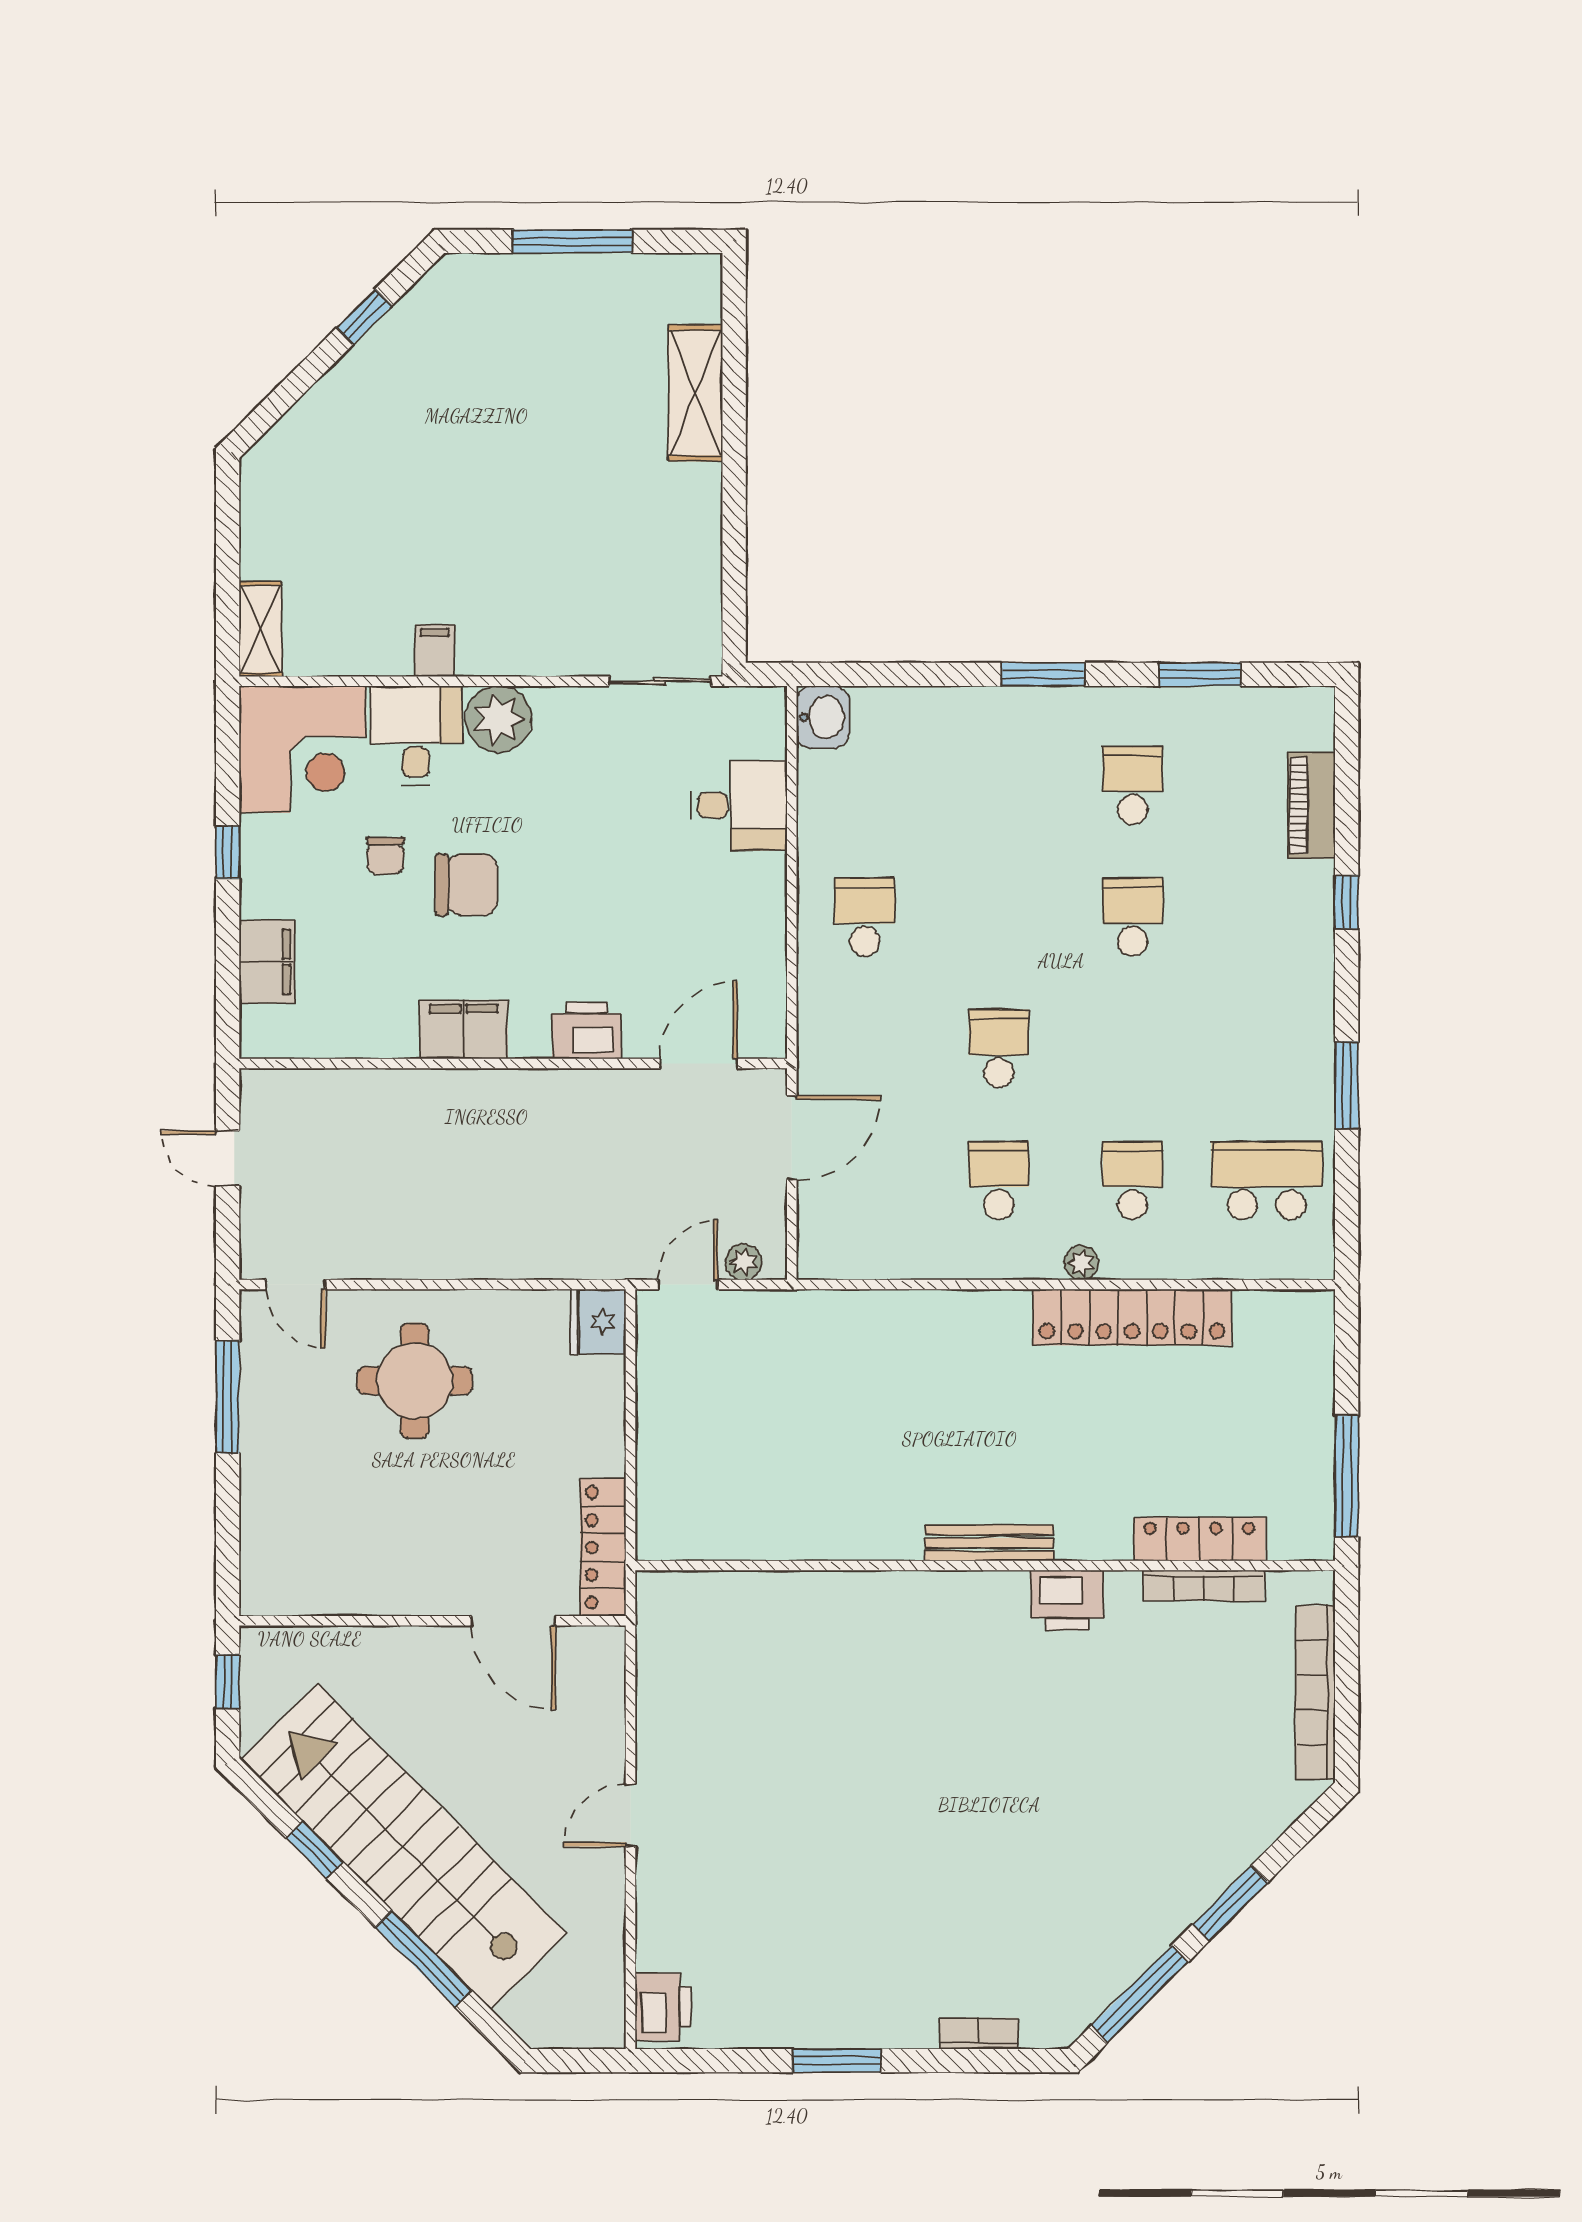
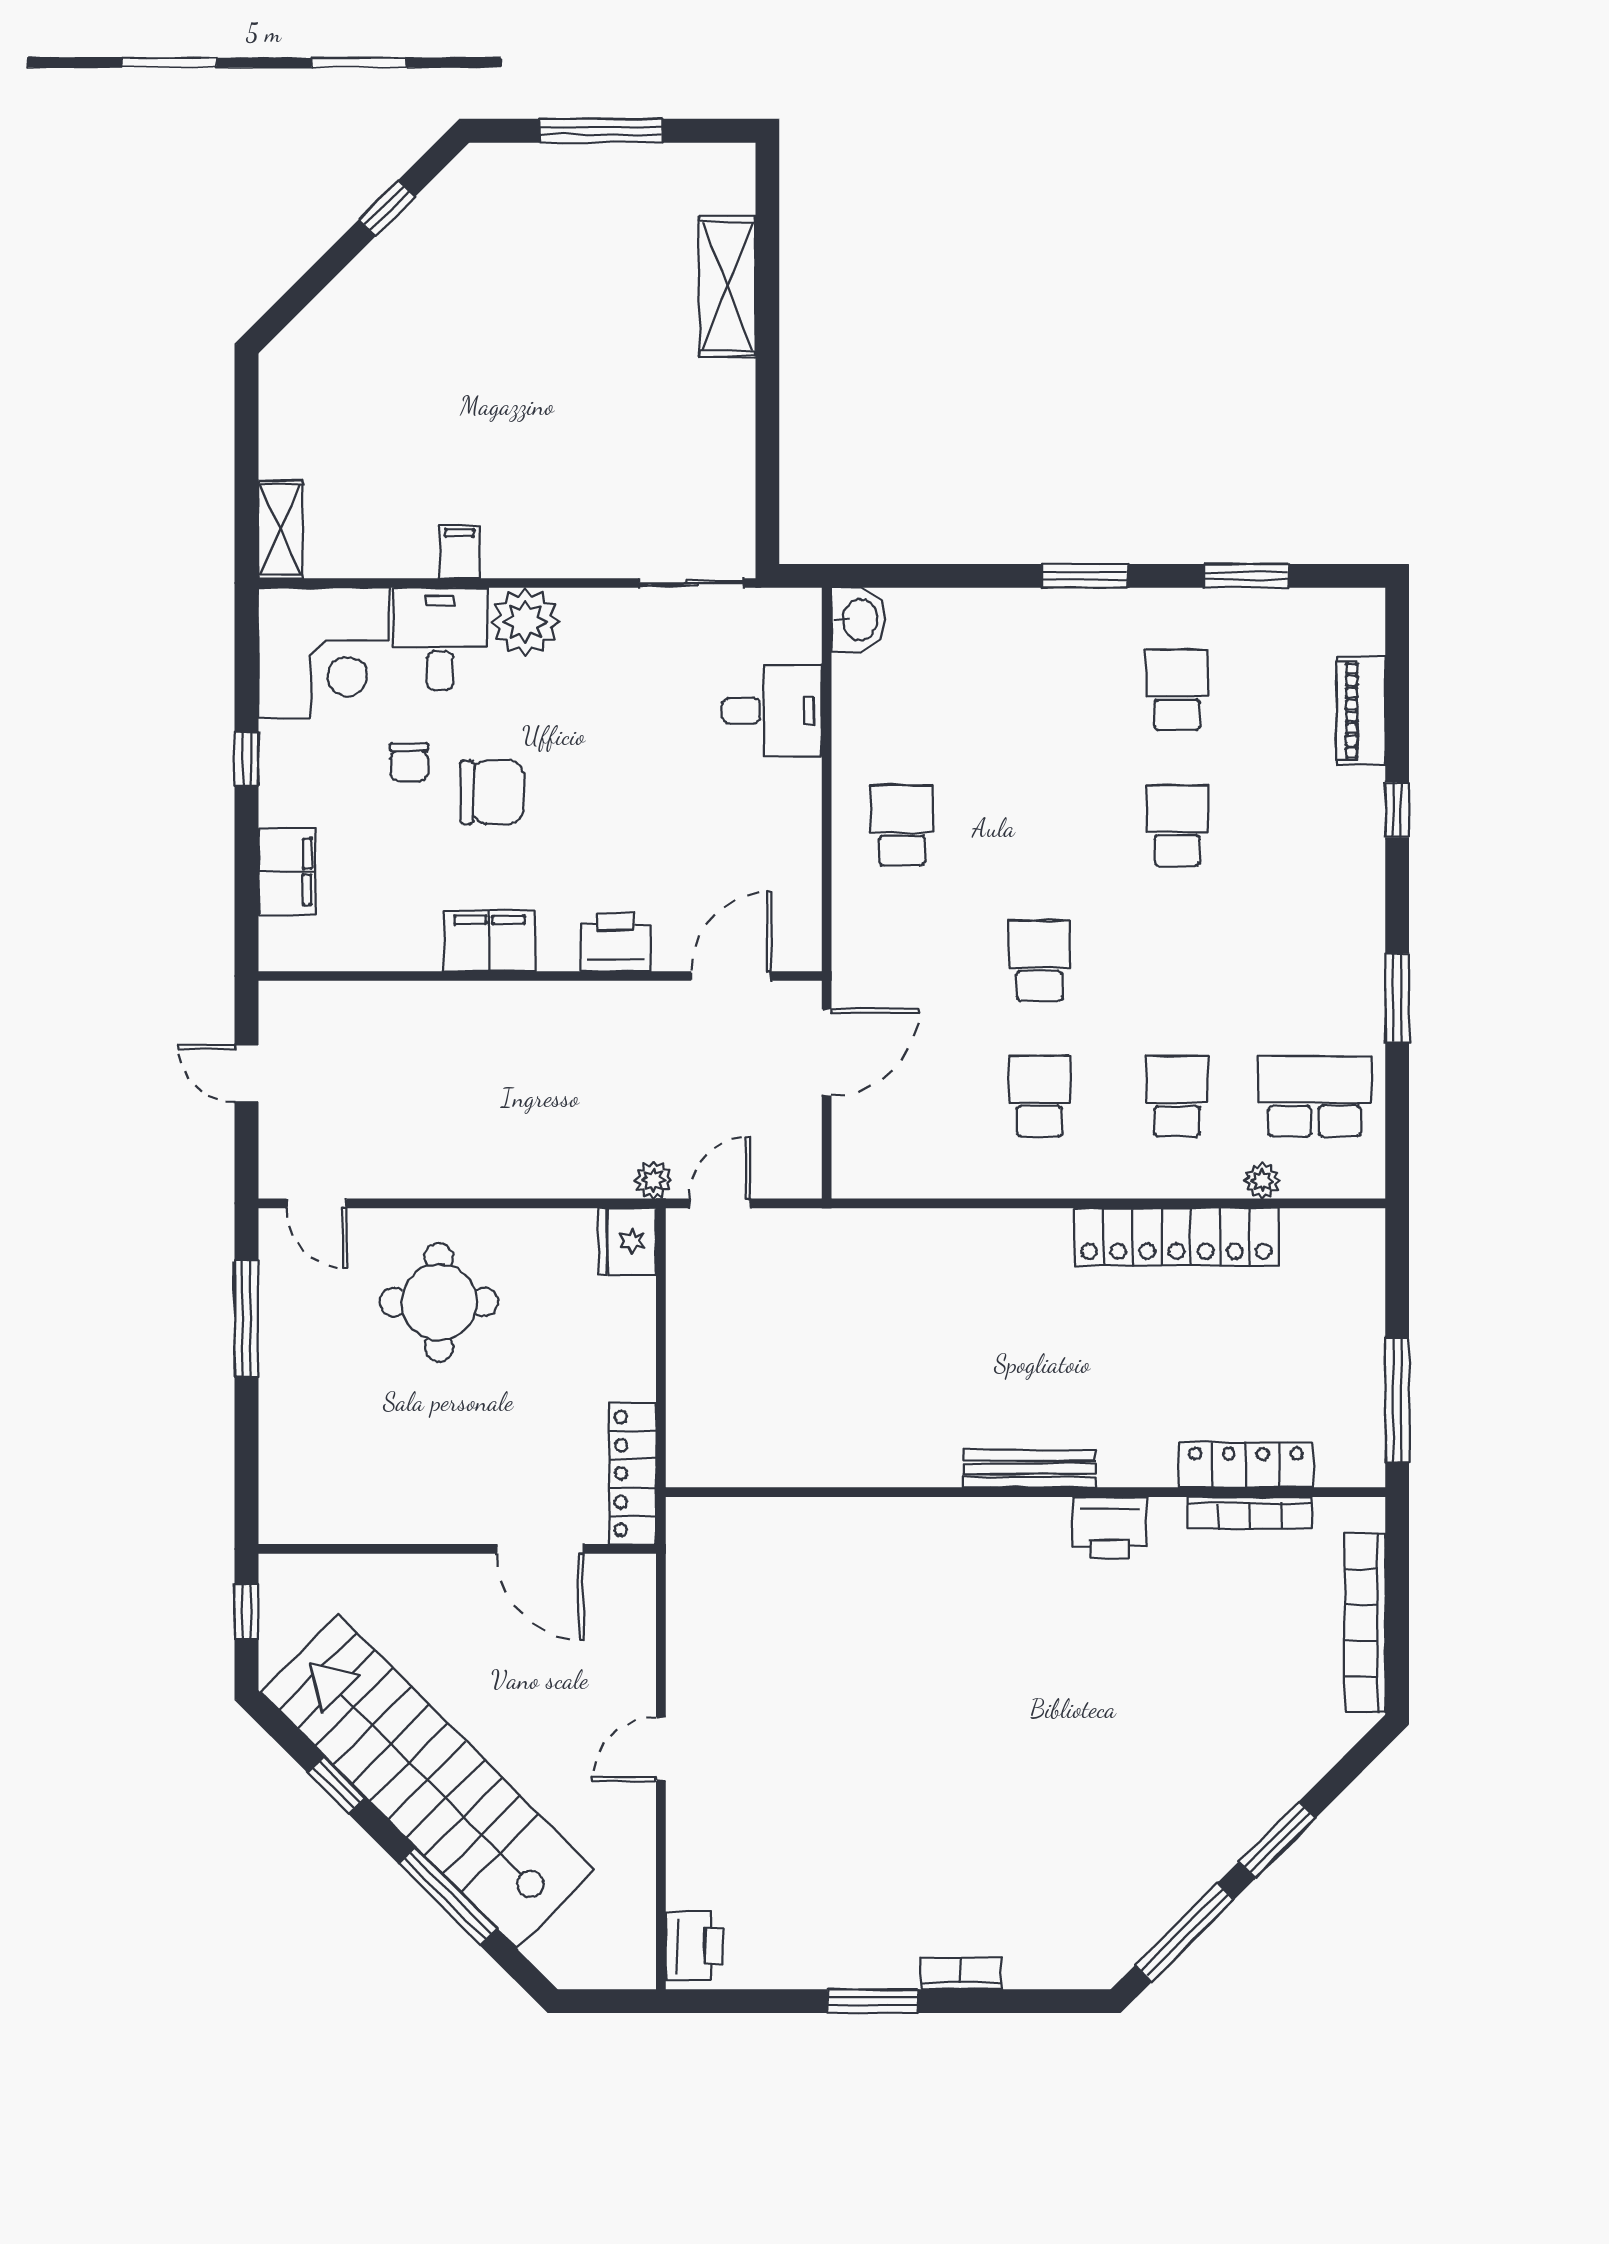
plant: (744, 1262) -> (653, 1180), moved
plant: (1081, 1263) -> (1262, 1181), moved
bookcase: (979, 2033) -> (961, 1973), moved

